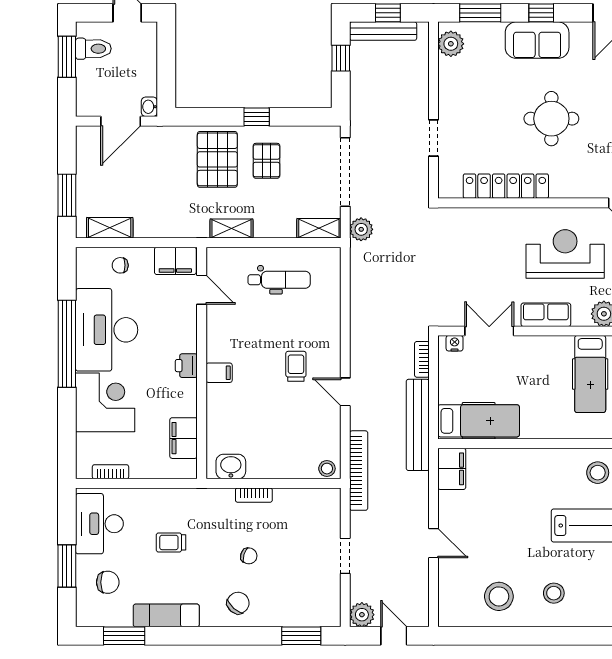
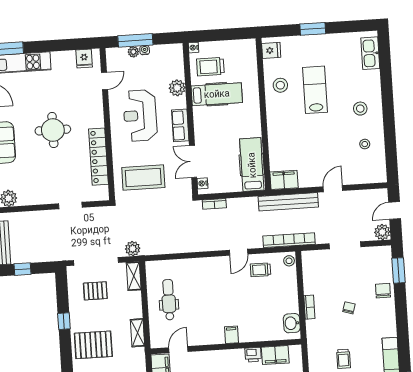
pallet: (266, 161) -> (95, 291), moved
coffee table: (469, 253) -> (143, 178), added
printer: (186, 366) -> (253, 355), moved
trolley: (296, 366) -> (261, 270), moved
bench: (418, 425) -> (288, 202), moved
doorway: (345, 556) -> (345, 245), width x1.38
stool: (499, 596) -> (365, 144), width x0.53, depth x0.53
chair: (238, 603) -> (383, 291), moved, turned 48

